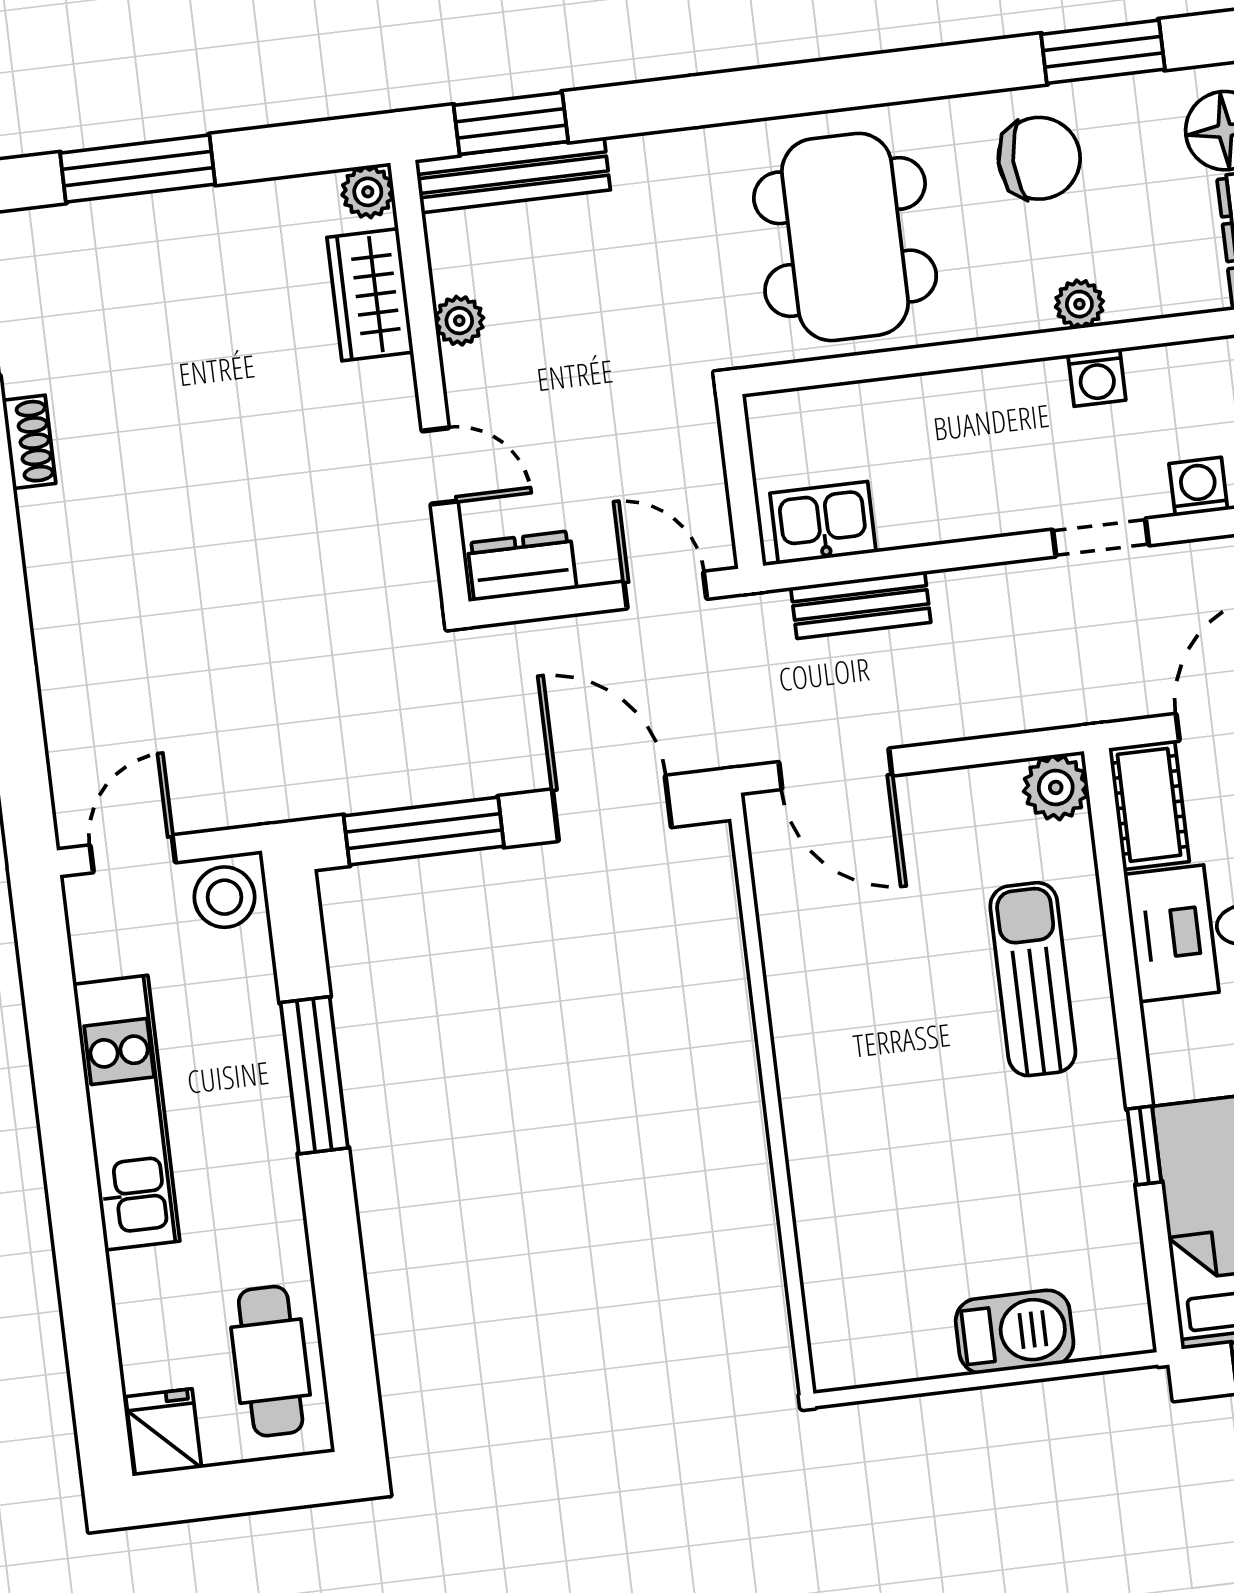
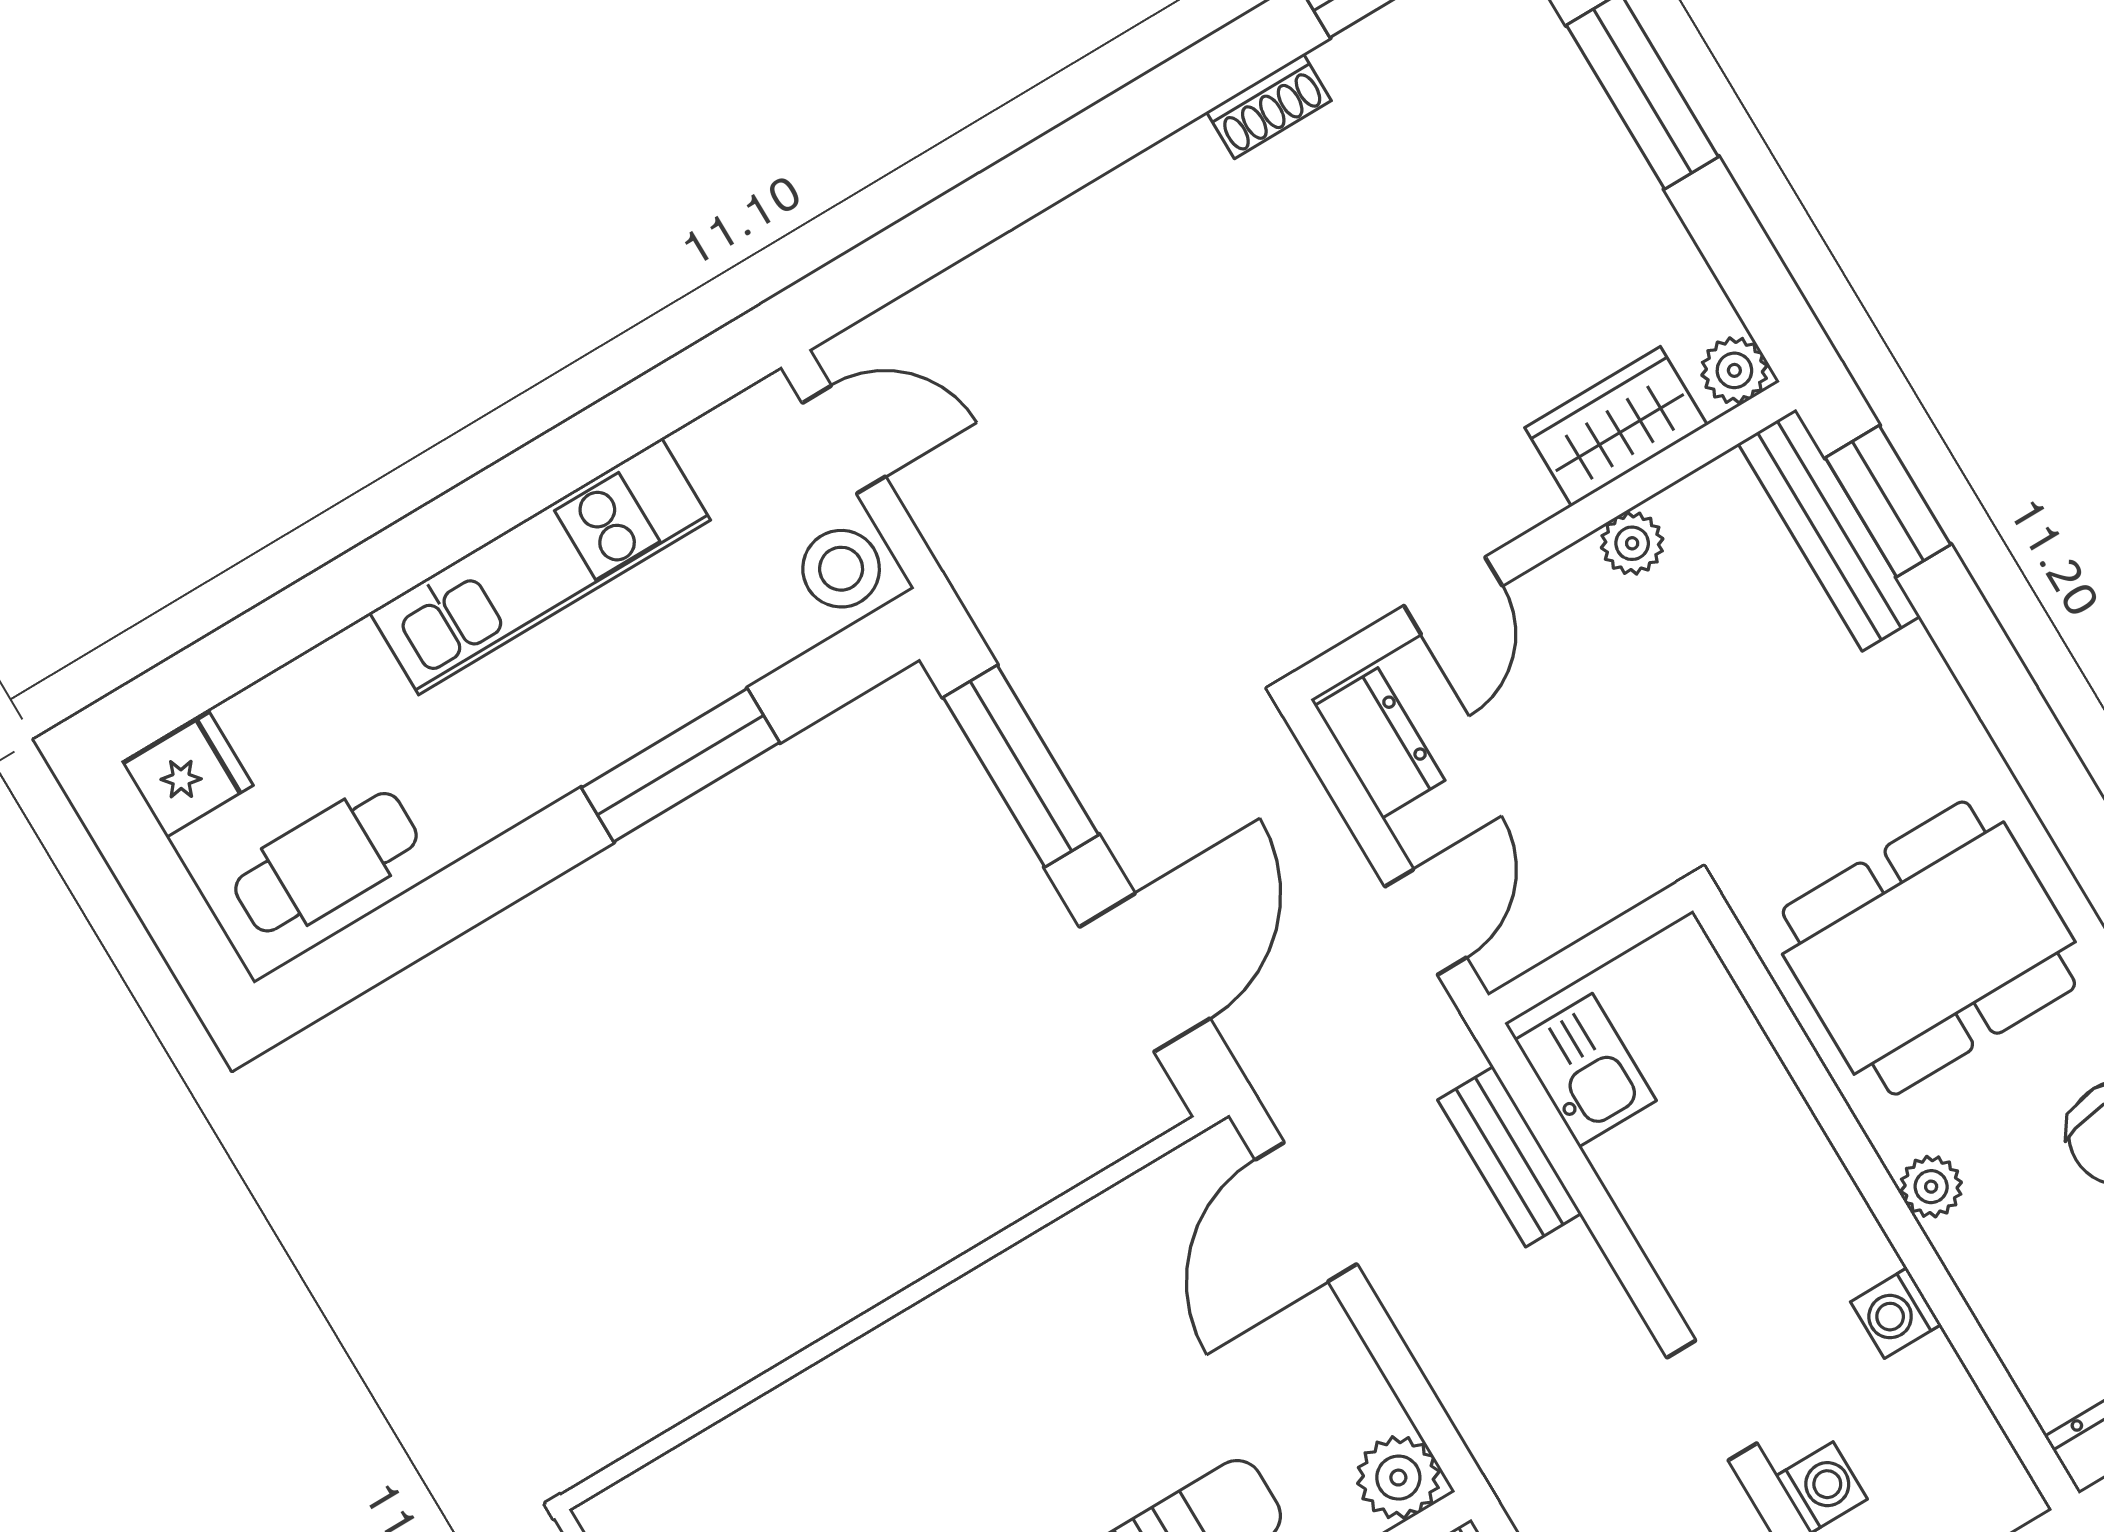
plant: (1079, 304) -> (1931, 1187), moved

